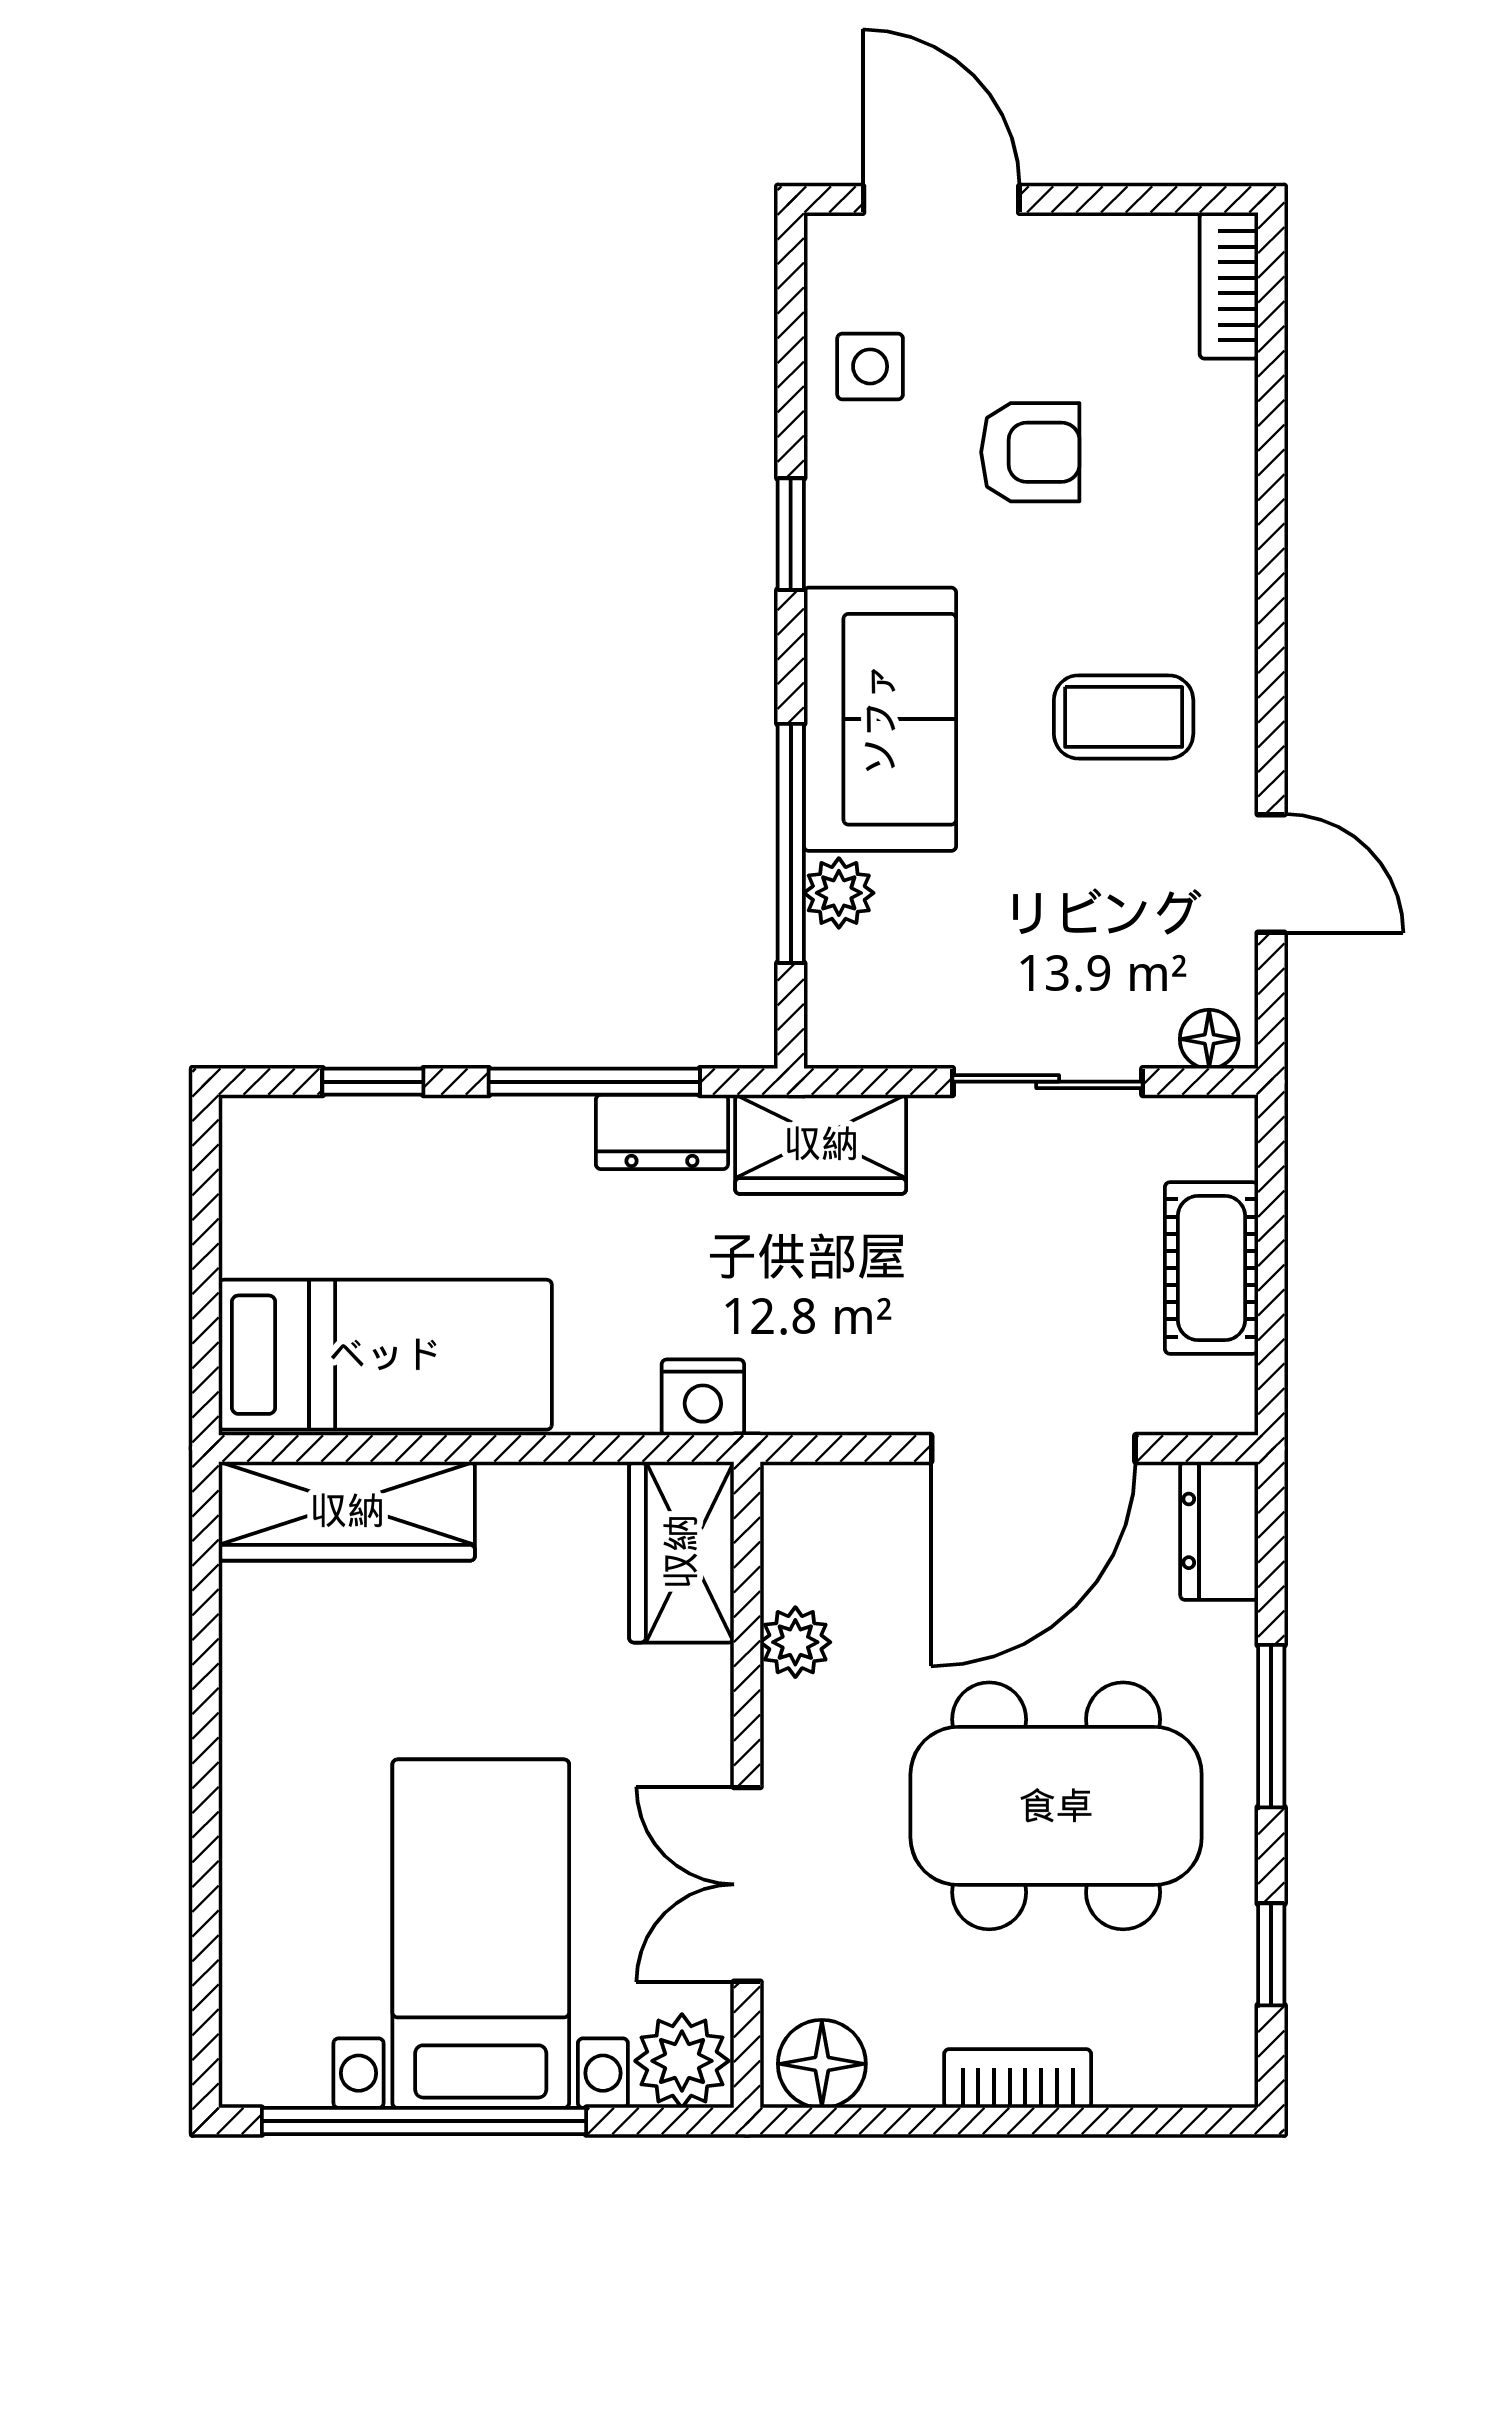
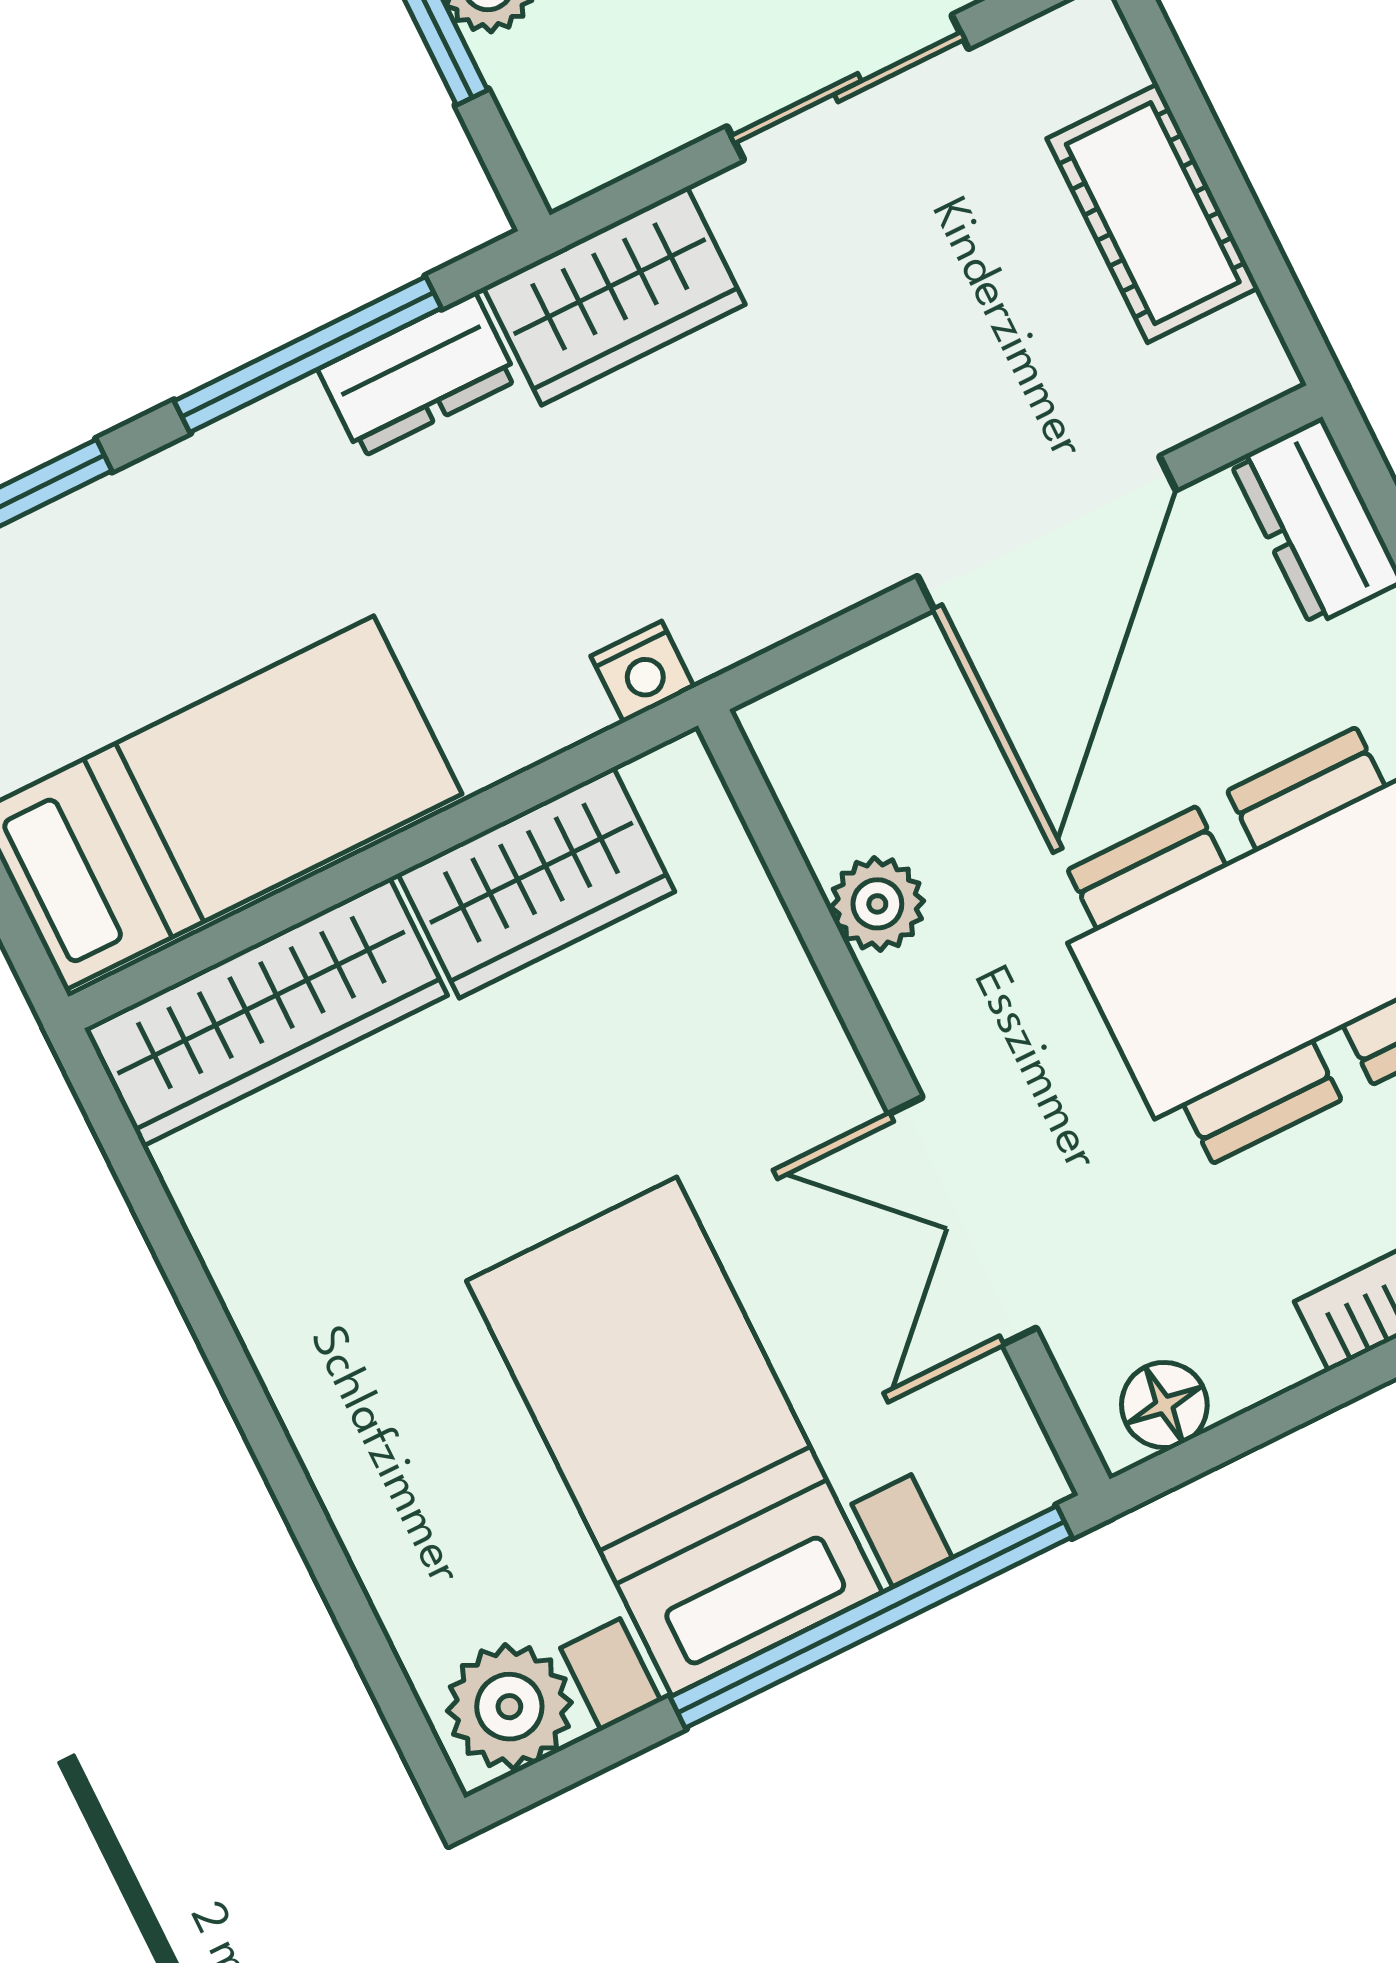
nightstand: (703, 1397) -> (643, 672), width x0.72, depth x0.74
wardrobe: (681, 1552) -> (536, 883), moved, turned -90
plant: (682, 2061) -> (509, 1707), moved
floor lamp: (822, 2064) -> (1164, 1405), width x0.73, depth x0.73
window: (424, 2121) -> (871, 1617), moved

